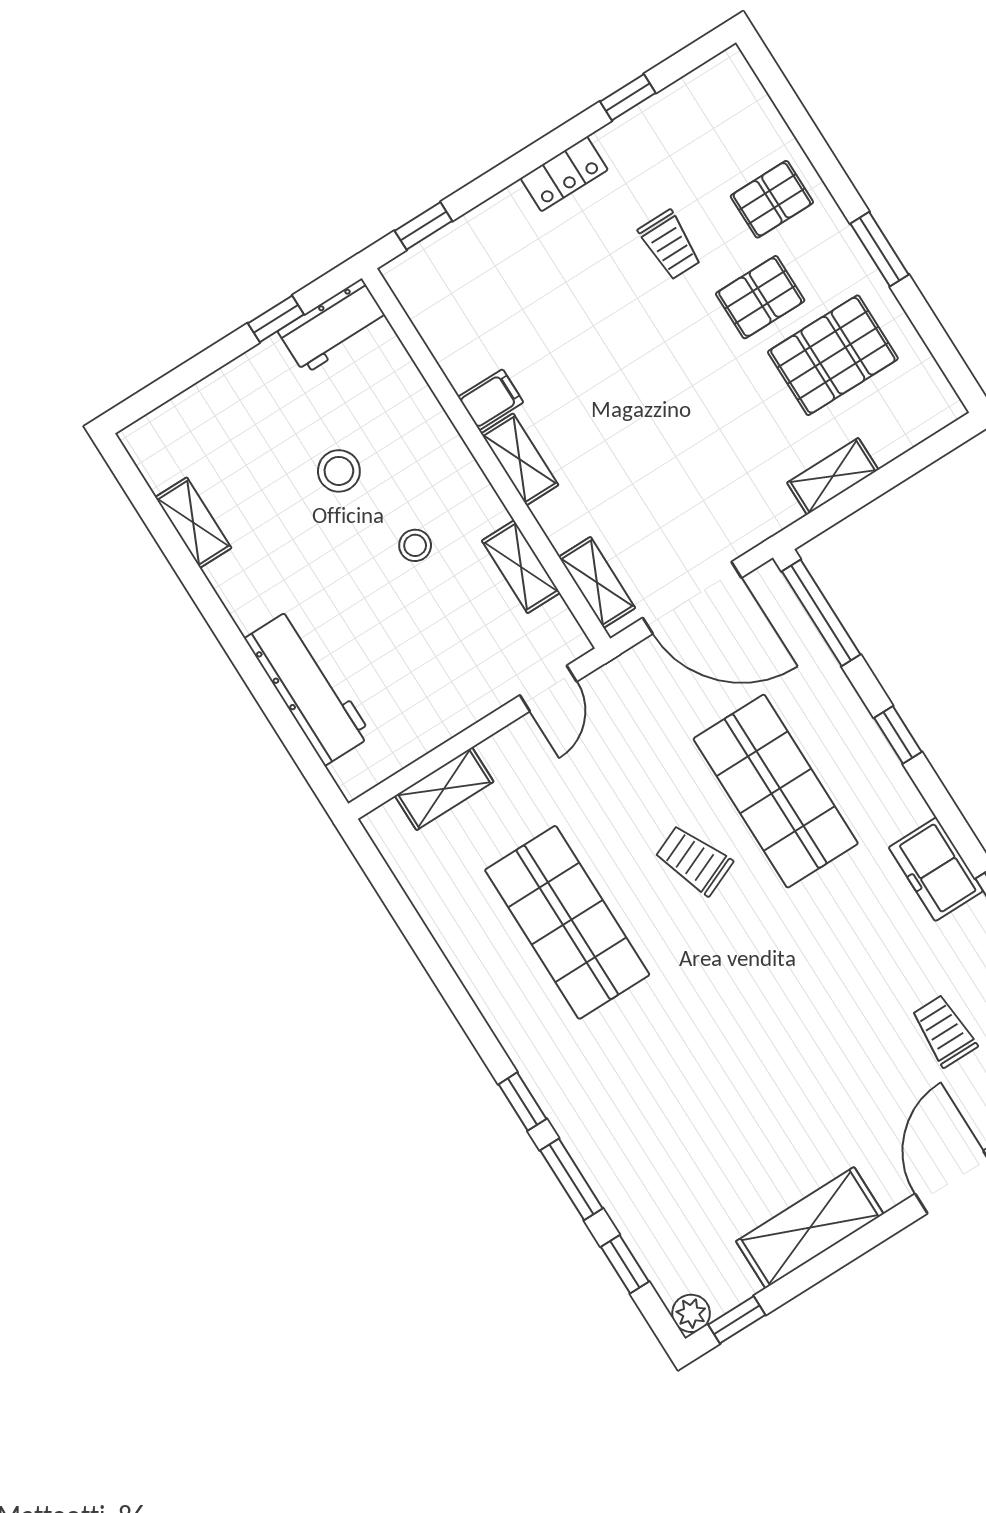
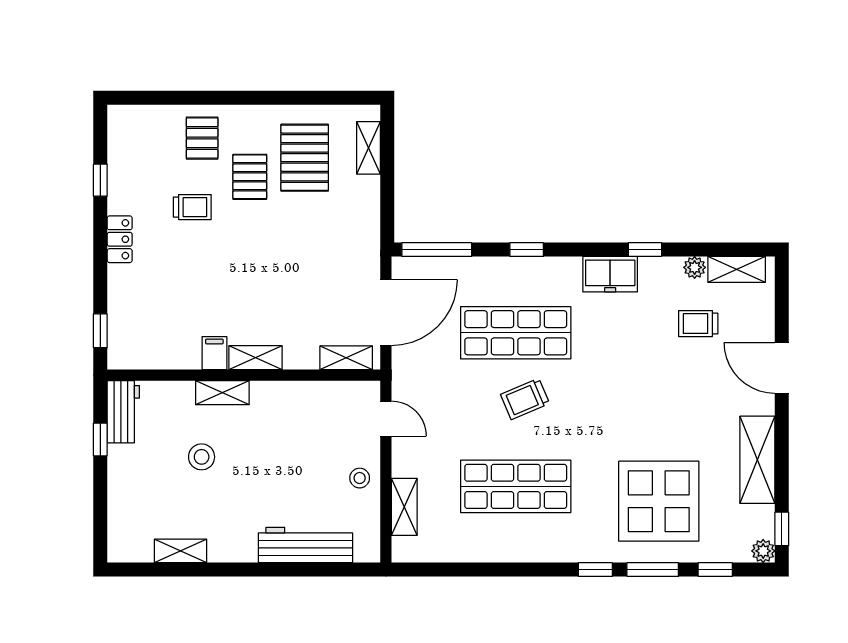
window: (880, 249) -> (264, 98), removed
shelving: (833, 476) -> (369, 148), moved
stool: (415, 545) -> (360, 478), moved
shelving: (521, 567) -> (222, 393), moved
display table: (669, 1129) -> (659, 501), added

